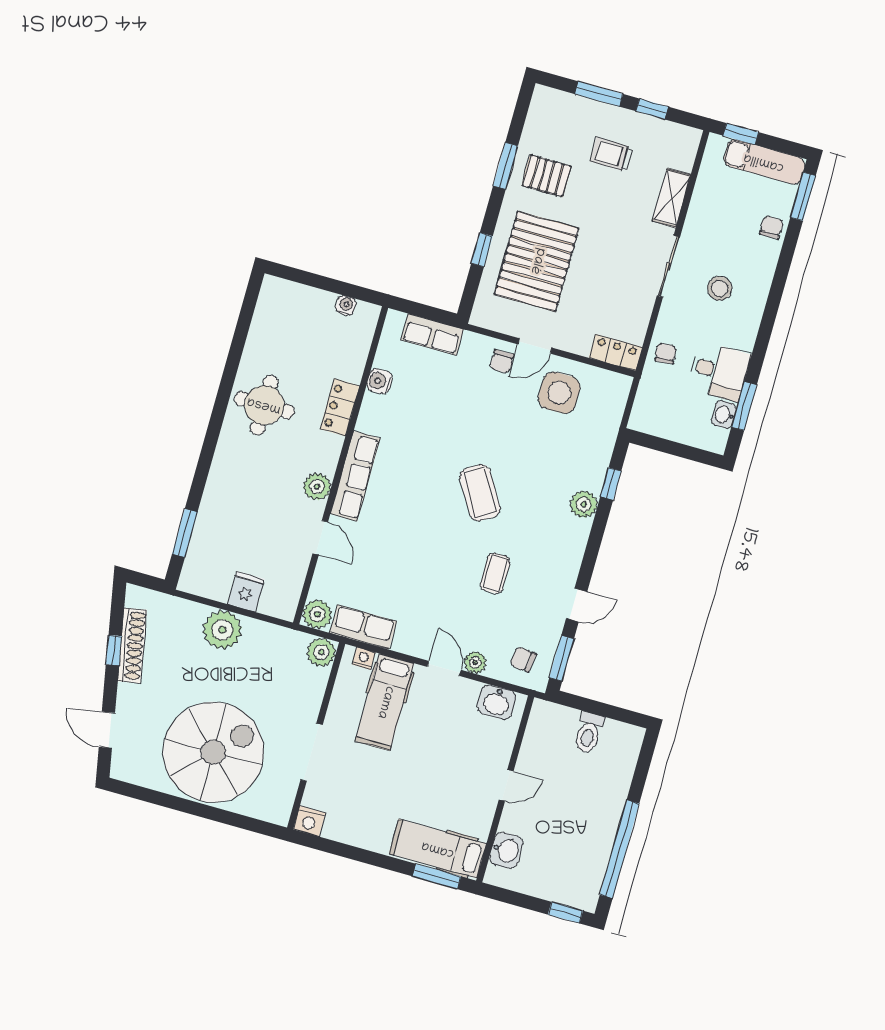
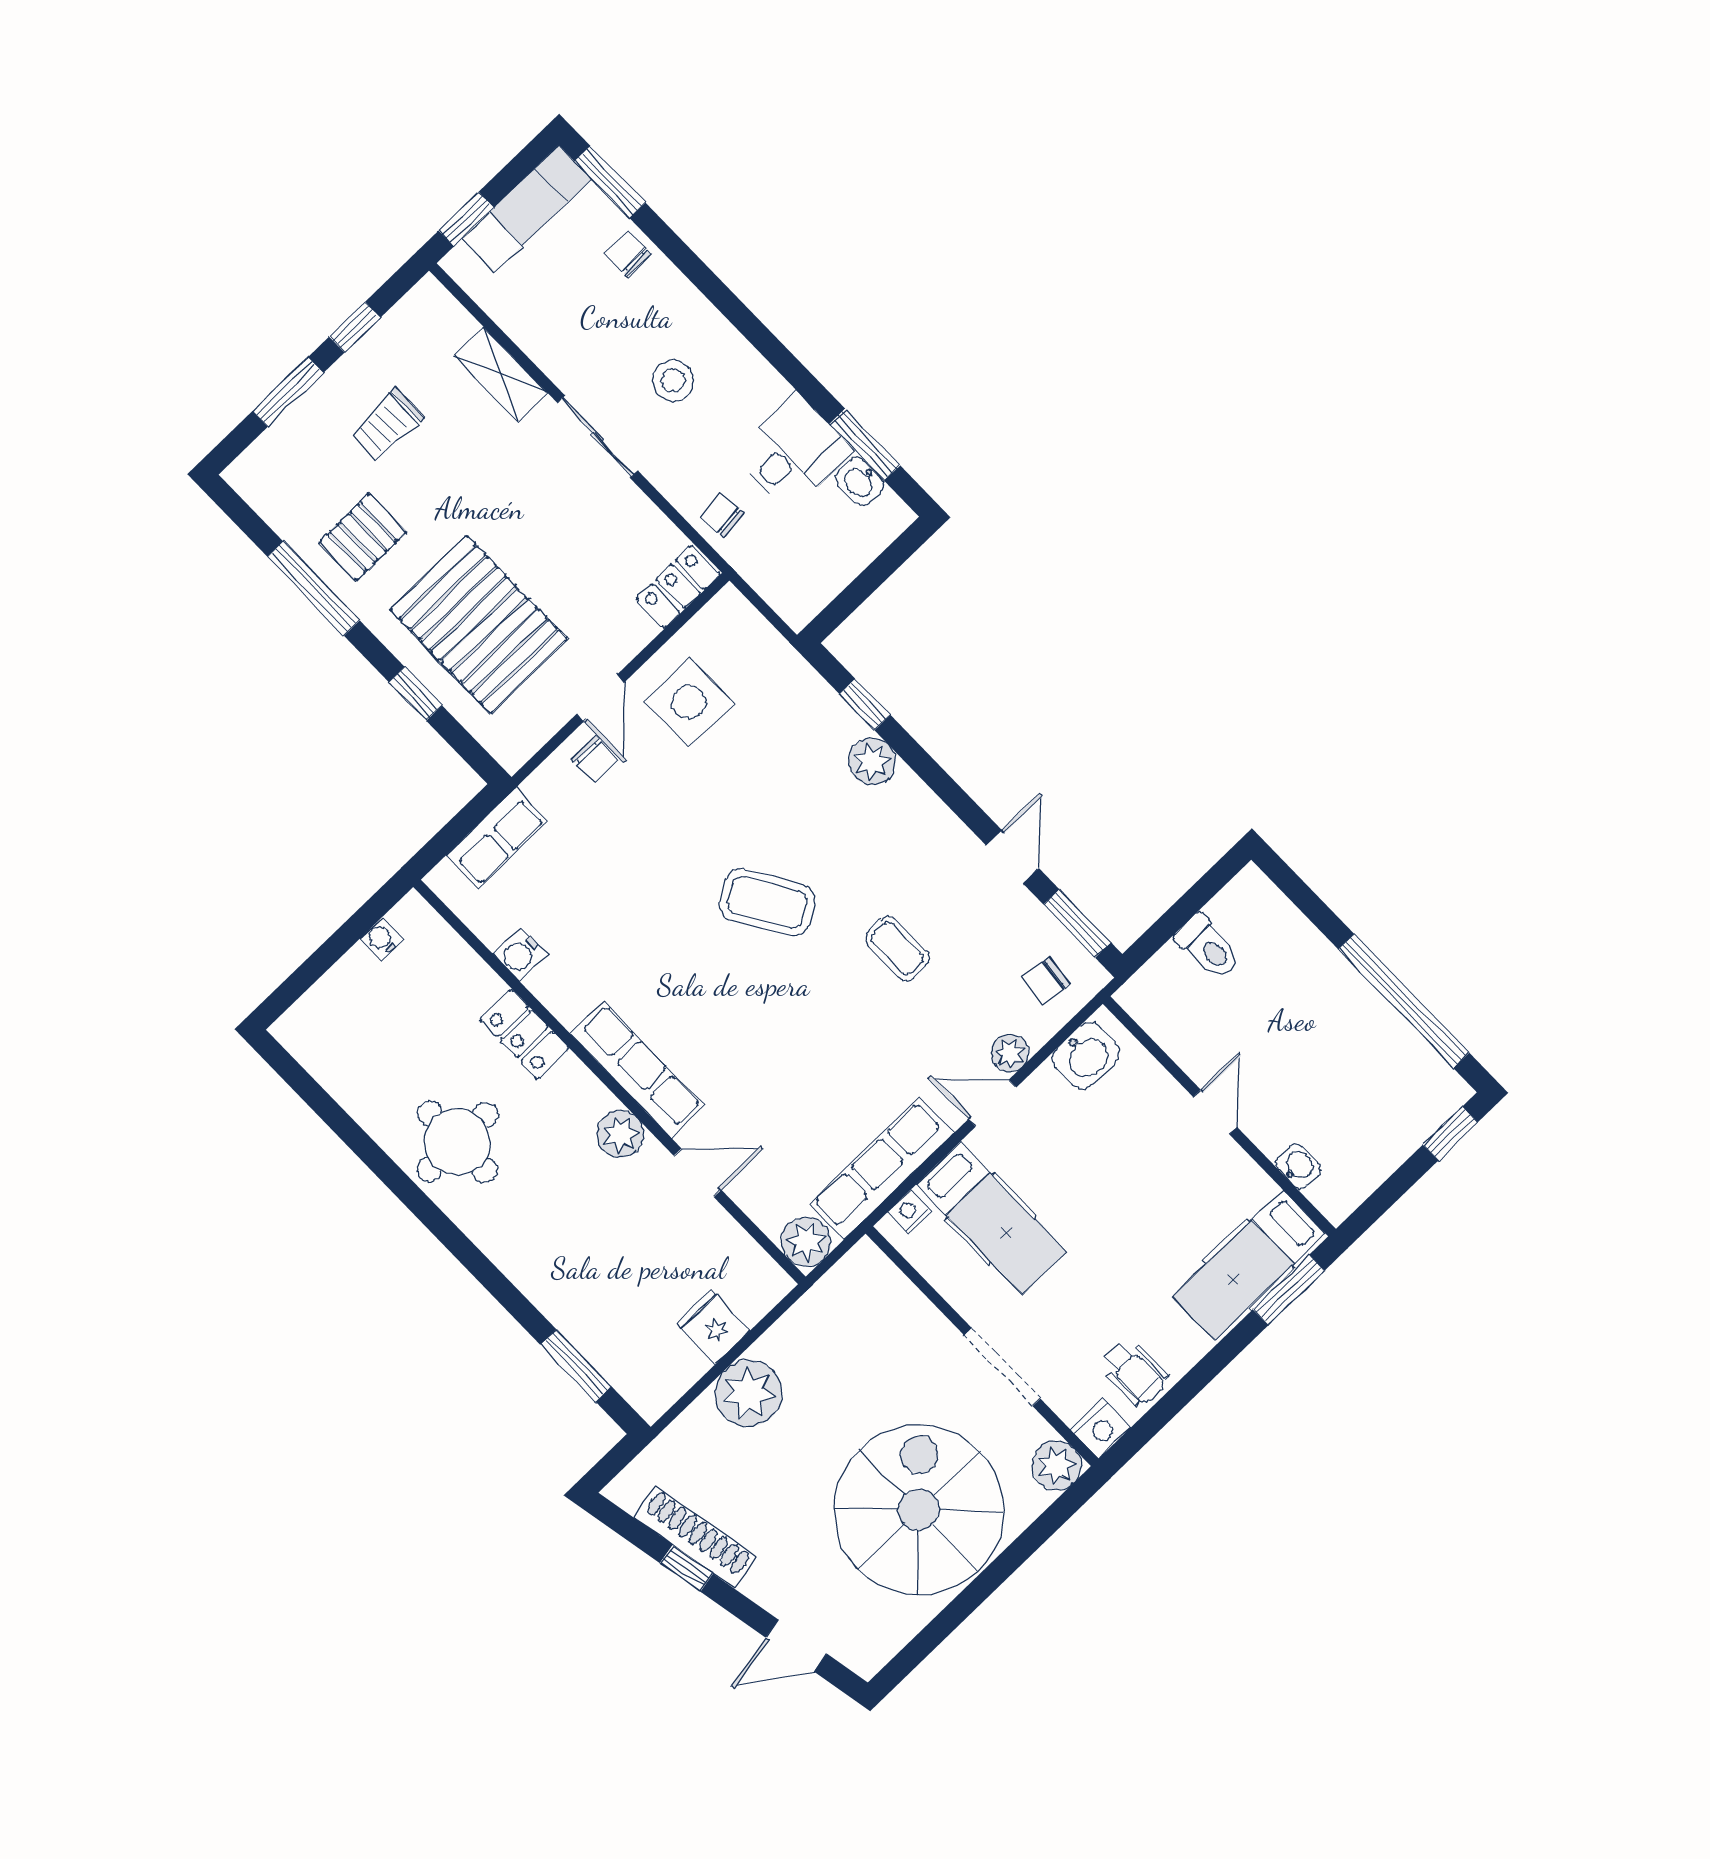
window: (505, 166) -> (313, 589), width x1.44
row of seats: (363, 627) -> (882, 1168), width x1.48
plant: (321, 652) -> (1057, 1466), moved
wheelchair: (348, 821) -> (1134, 1372), added
washbasin: (506, 850) -> (1298, 1166), width x0.72, depth x0.69

